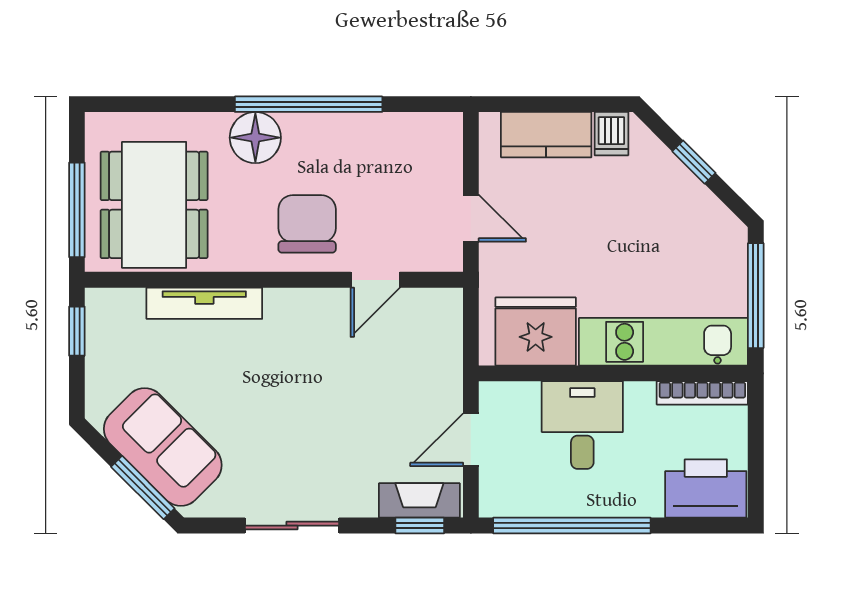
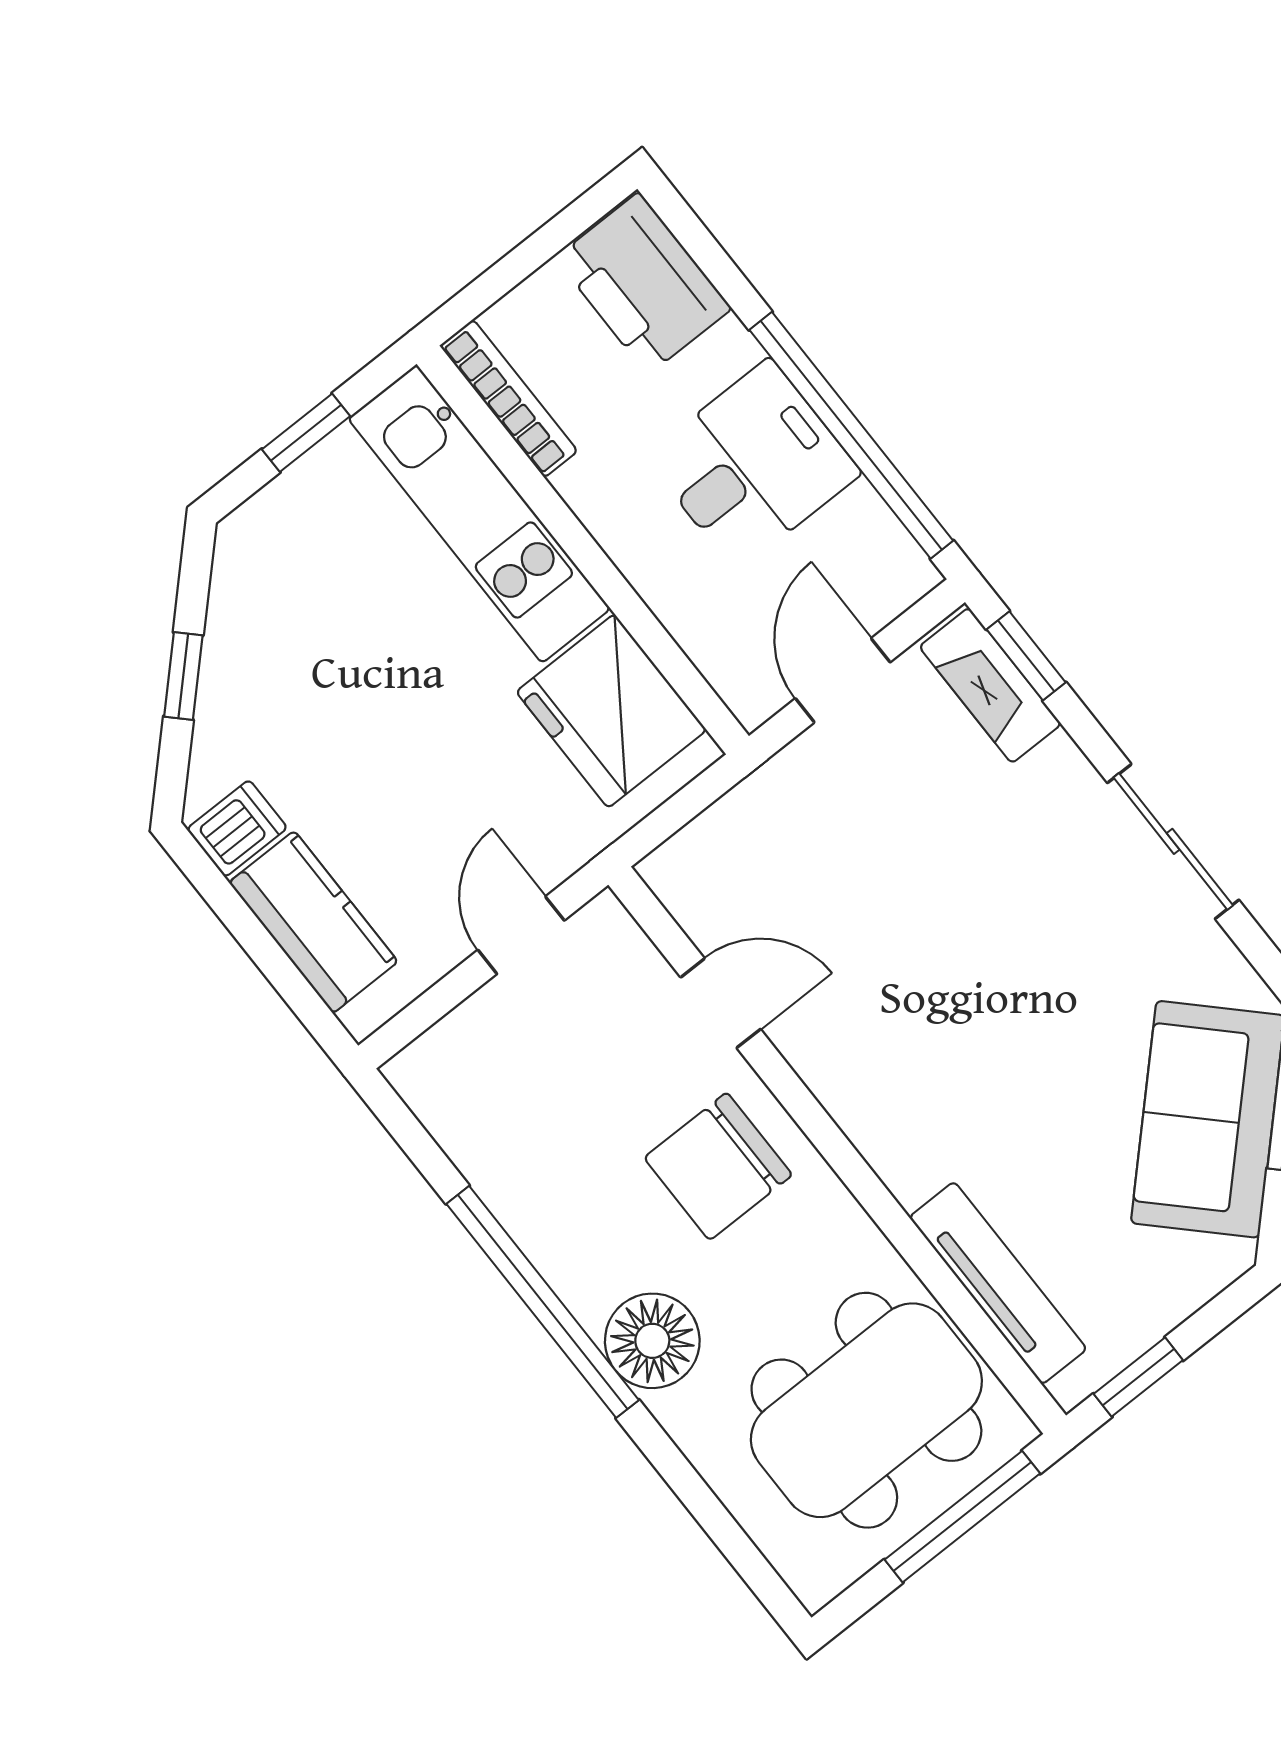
window: (756, 296) -> (306, 433), width x0.46
tv unit: (204, 303) -> (998, 1283), moved
desk: (582, 425) -> (753, 465), moved, turned 180
door: (471, 440) -> (843, 680), swing flipped

